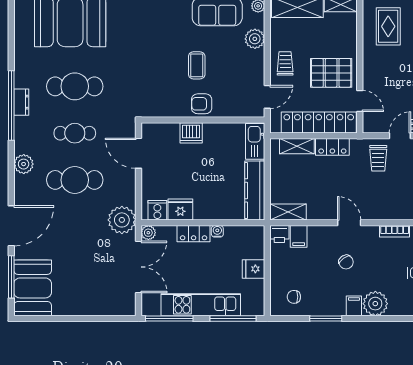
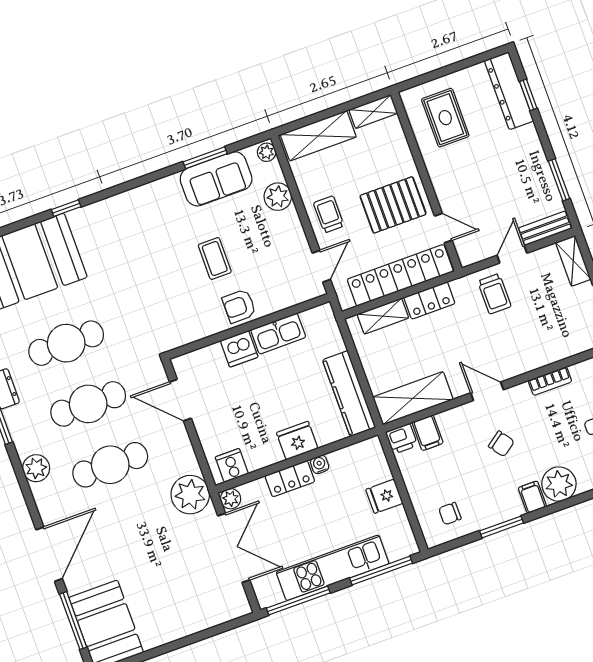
cafe table: (75, 133) -> (88, 404), width x1.37, depth x1.35
kitchen sink: (255, 141) -> (278, 334), moved, turned -90
fridge: (180, 210) -> (297, 441), moved
shelving: (288, 212) -> (413, 398), width x1.50, depth x1.33

